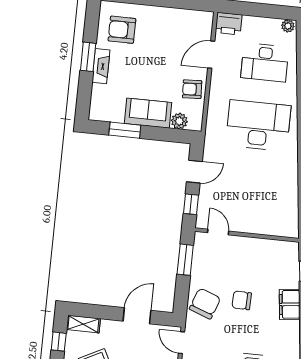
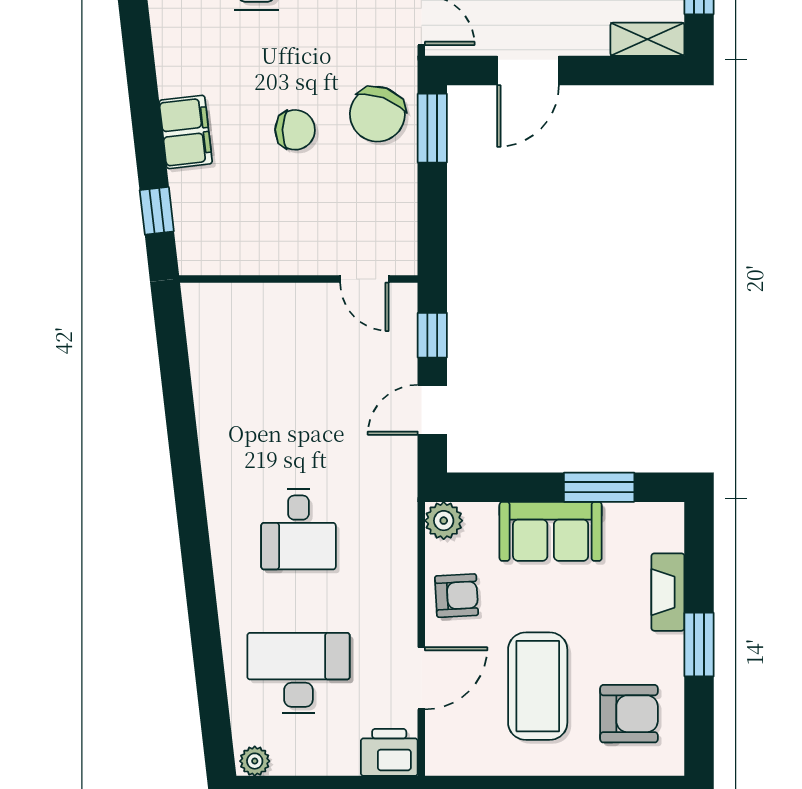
coffee table: (161, 46) -> (538, 686), added
fireplace: (101, 66) -> (668, 592), moved
plant: (179, 121) -> (444, 521), moved
desk: (258, 125) -> (298, 529), width x0.53, depth x0.77
window: (185, 260) -> (432, 128), moved

